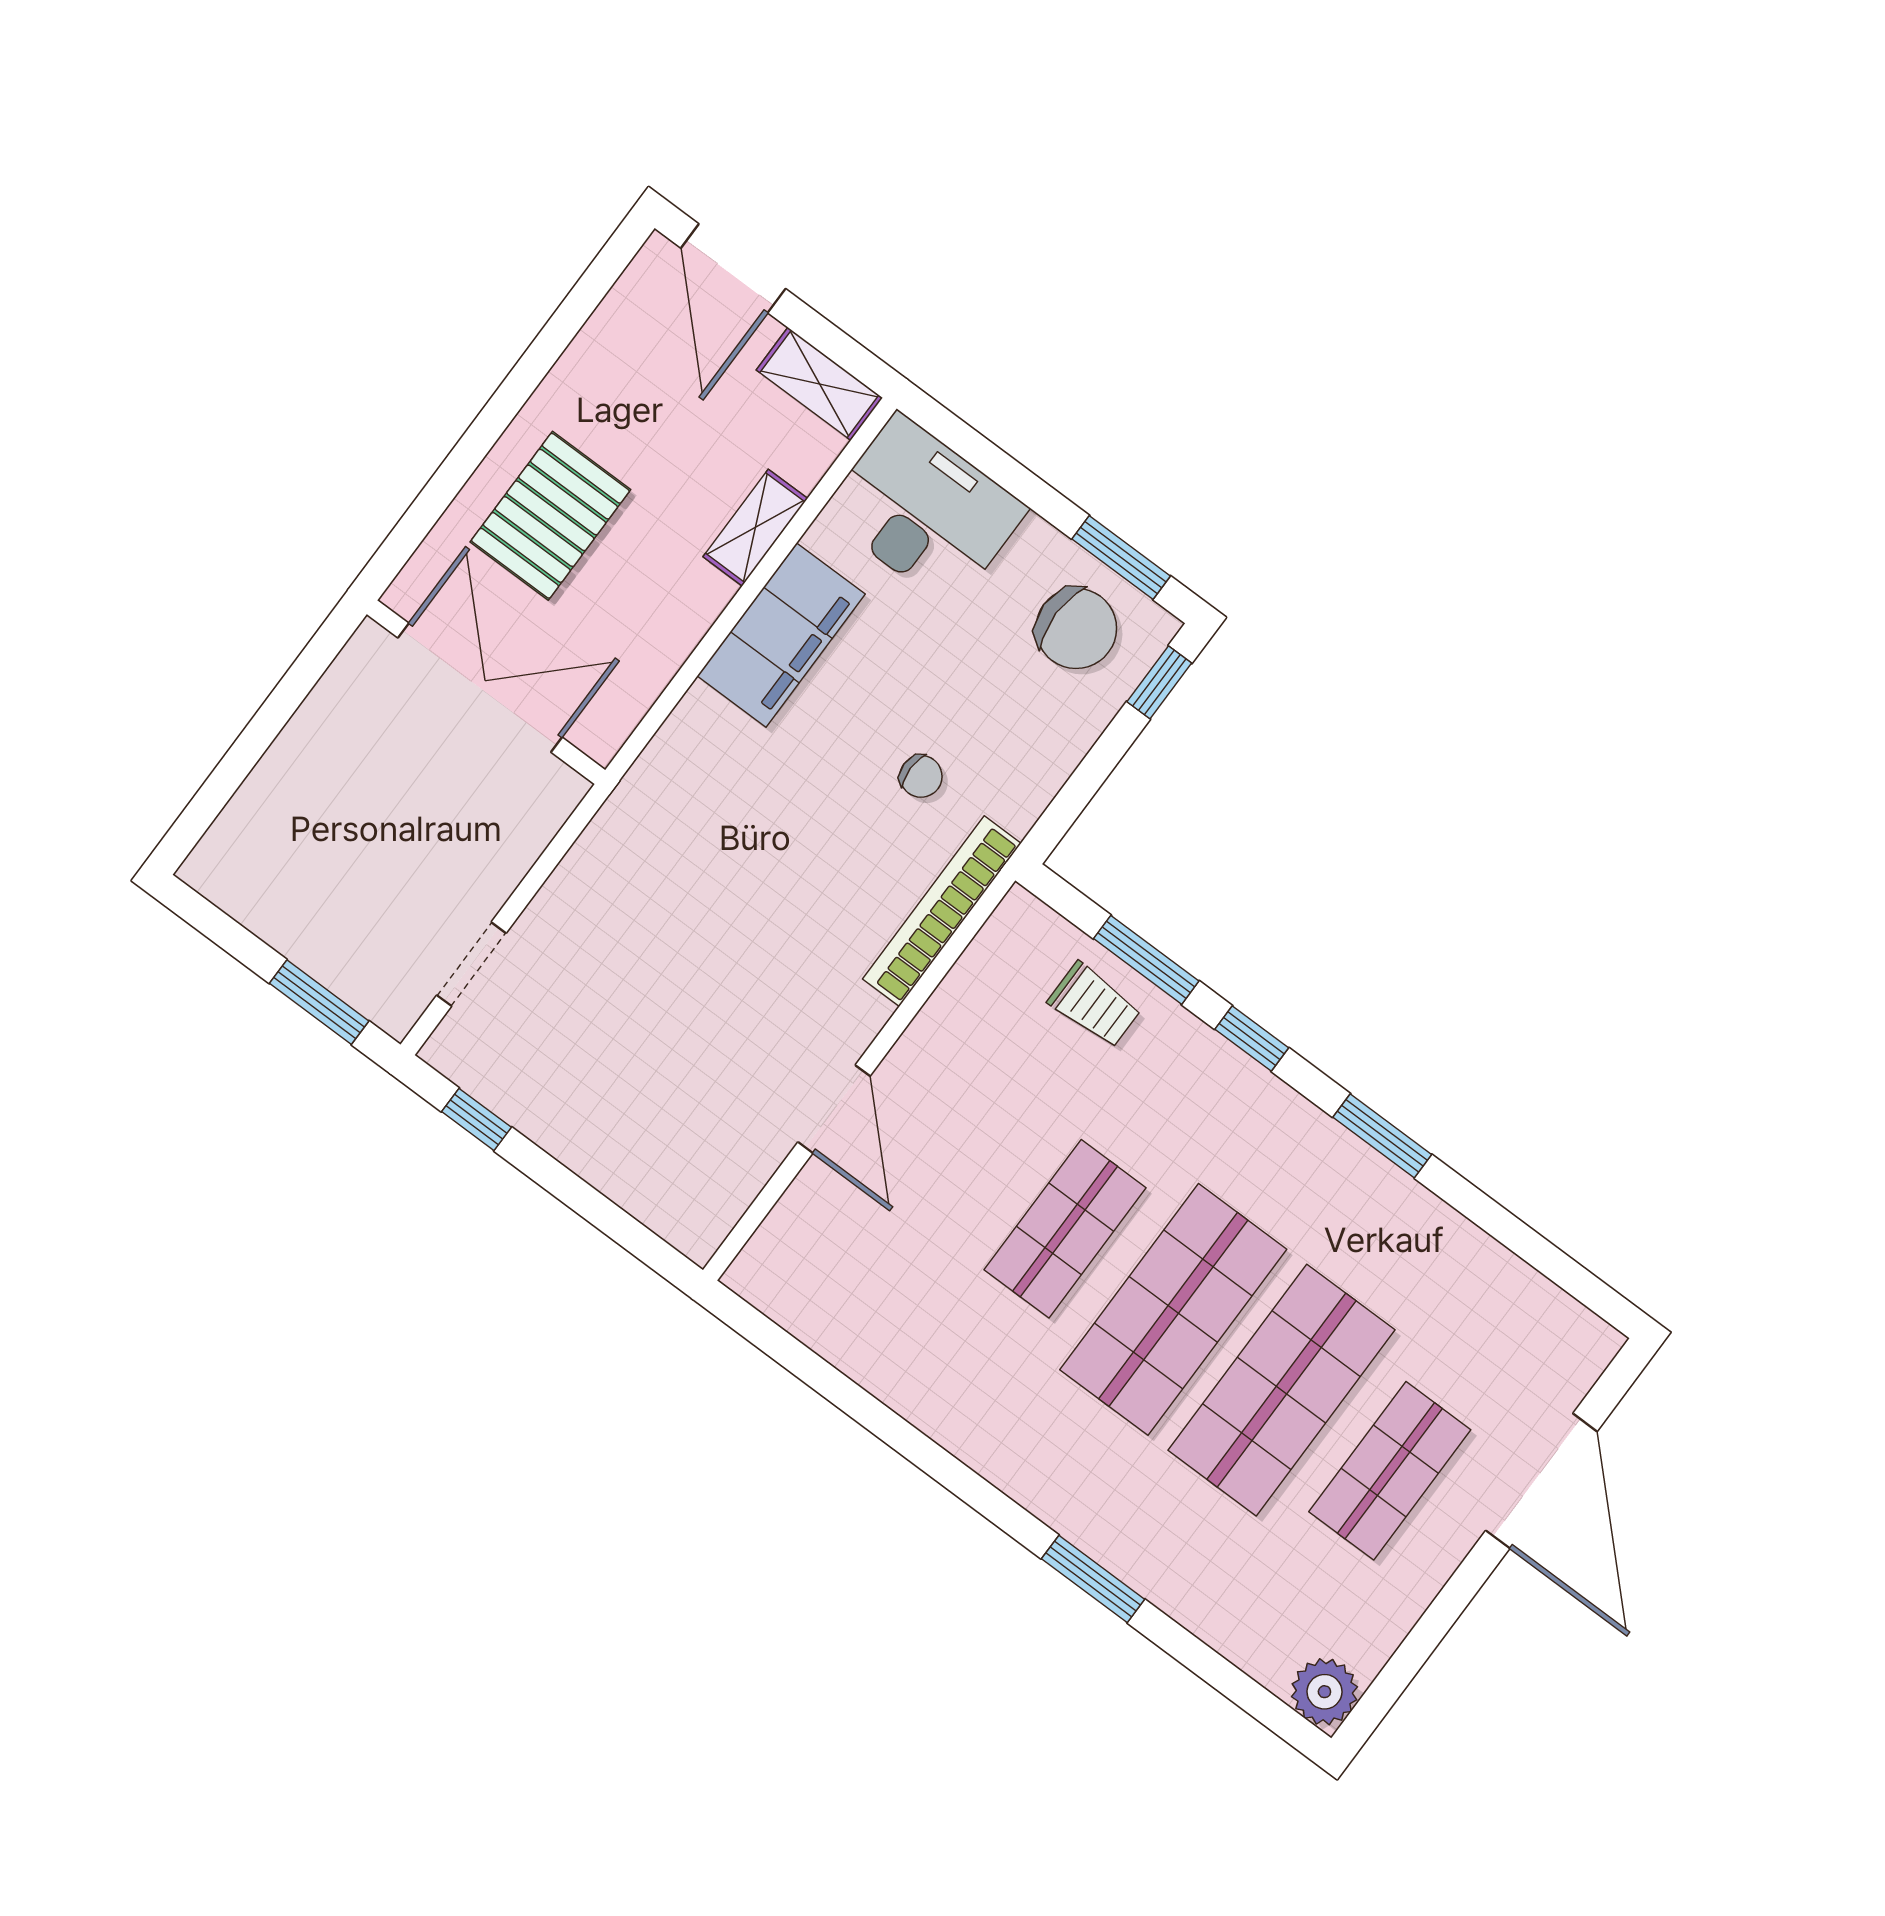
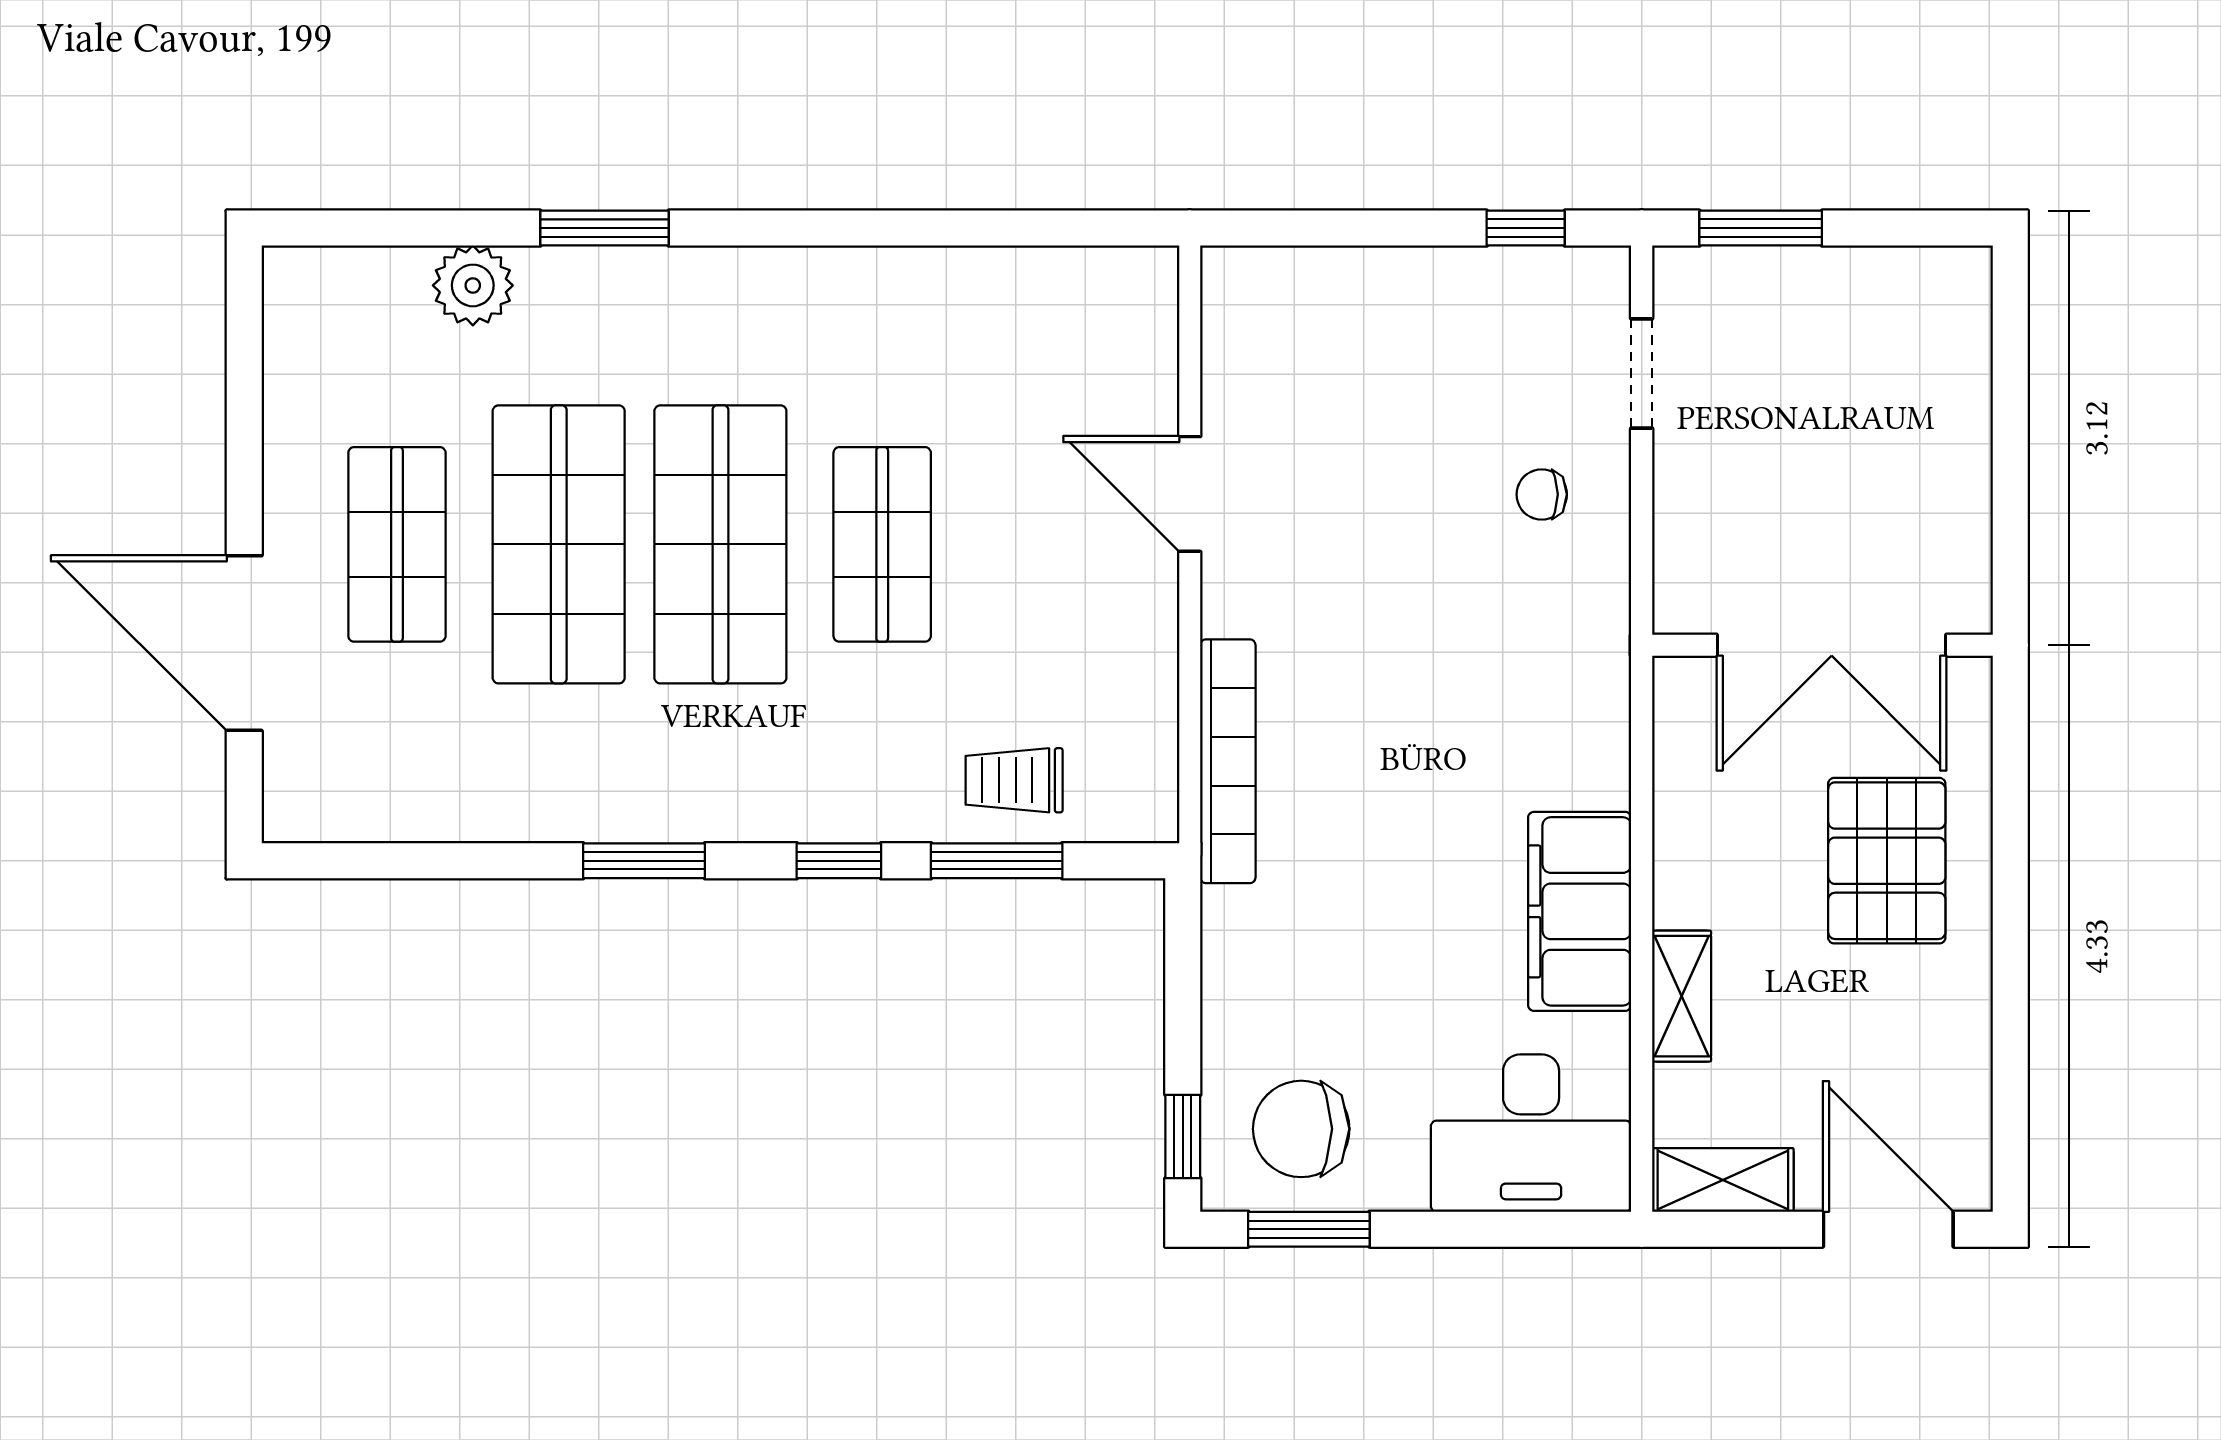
chair: (921, 776) -> (1542, 494), moved
plant: (1324, 1692) -> (473, 285), moved

